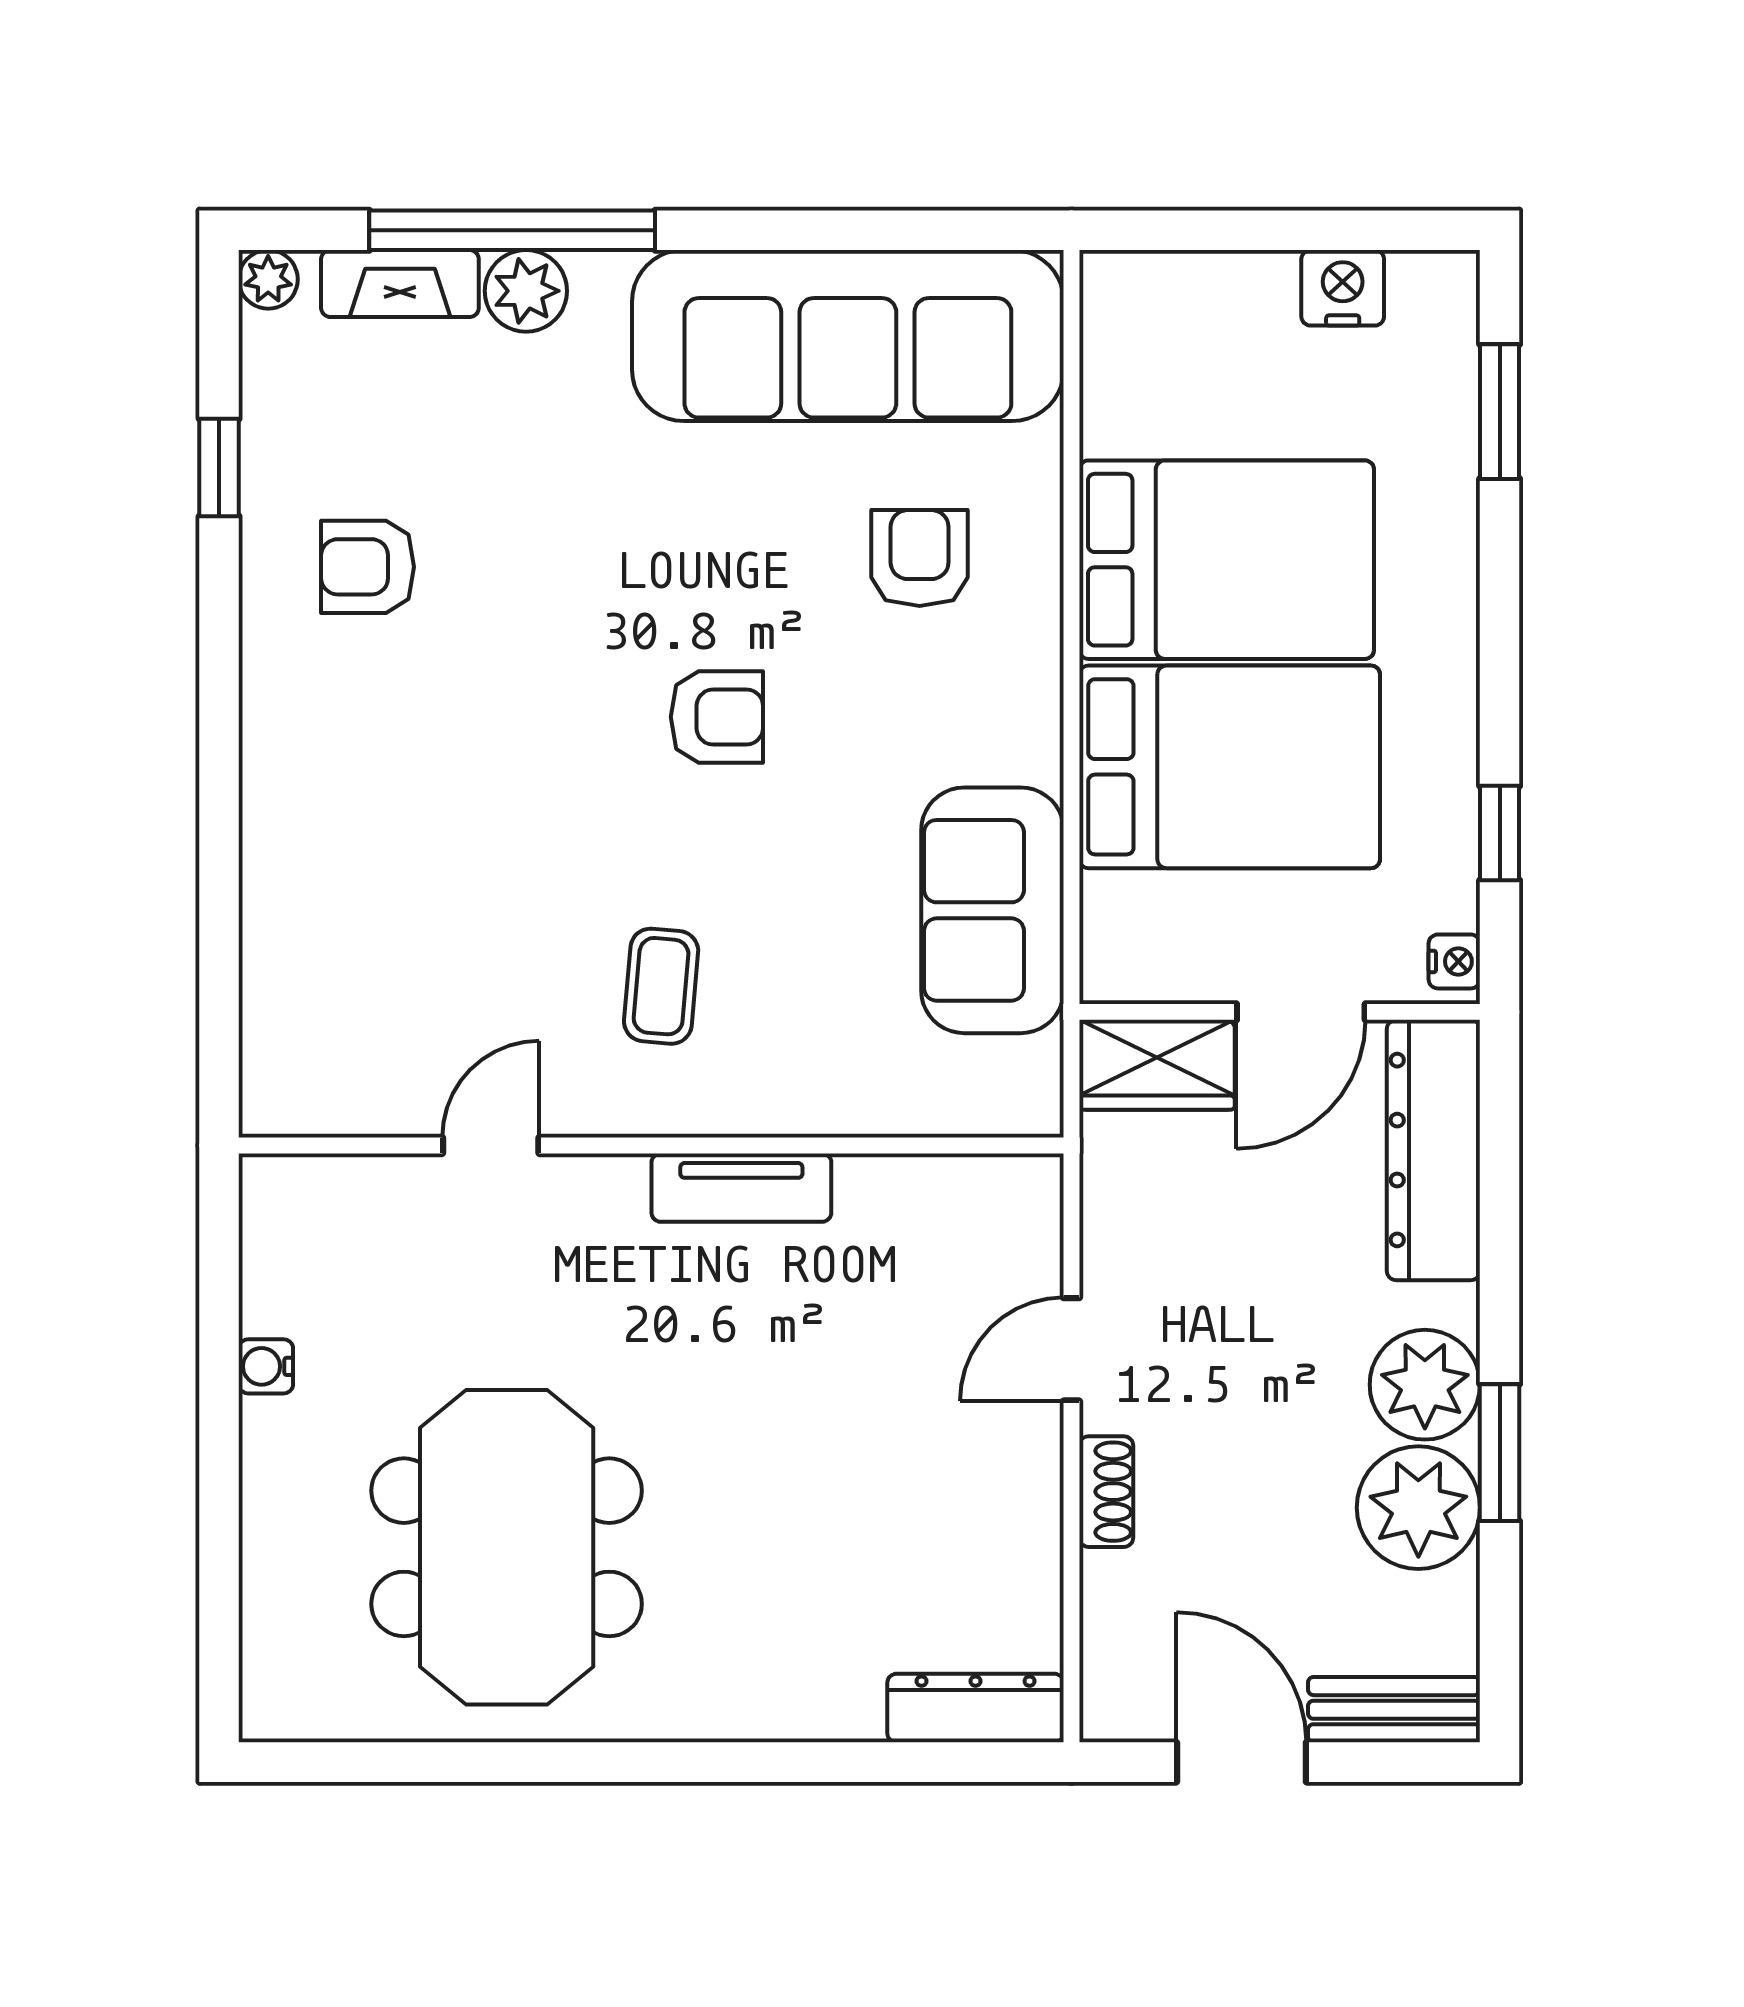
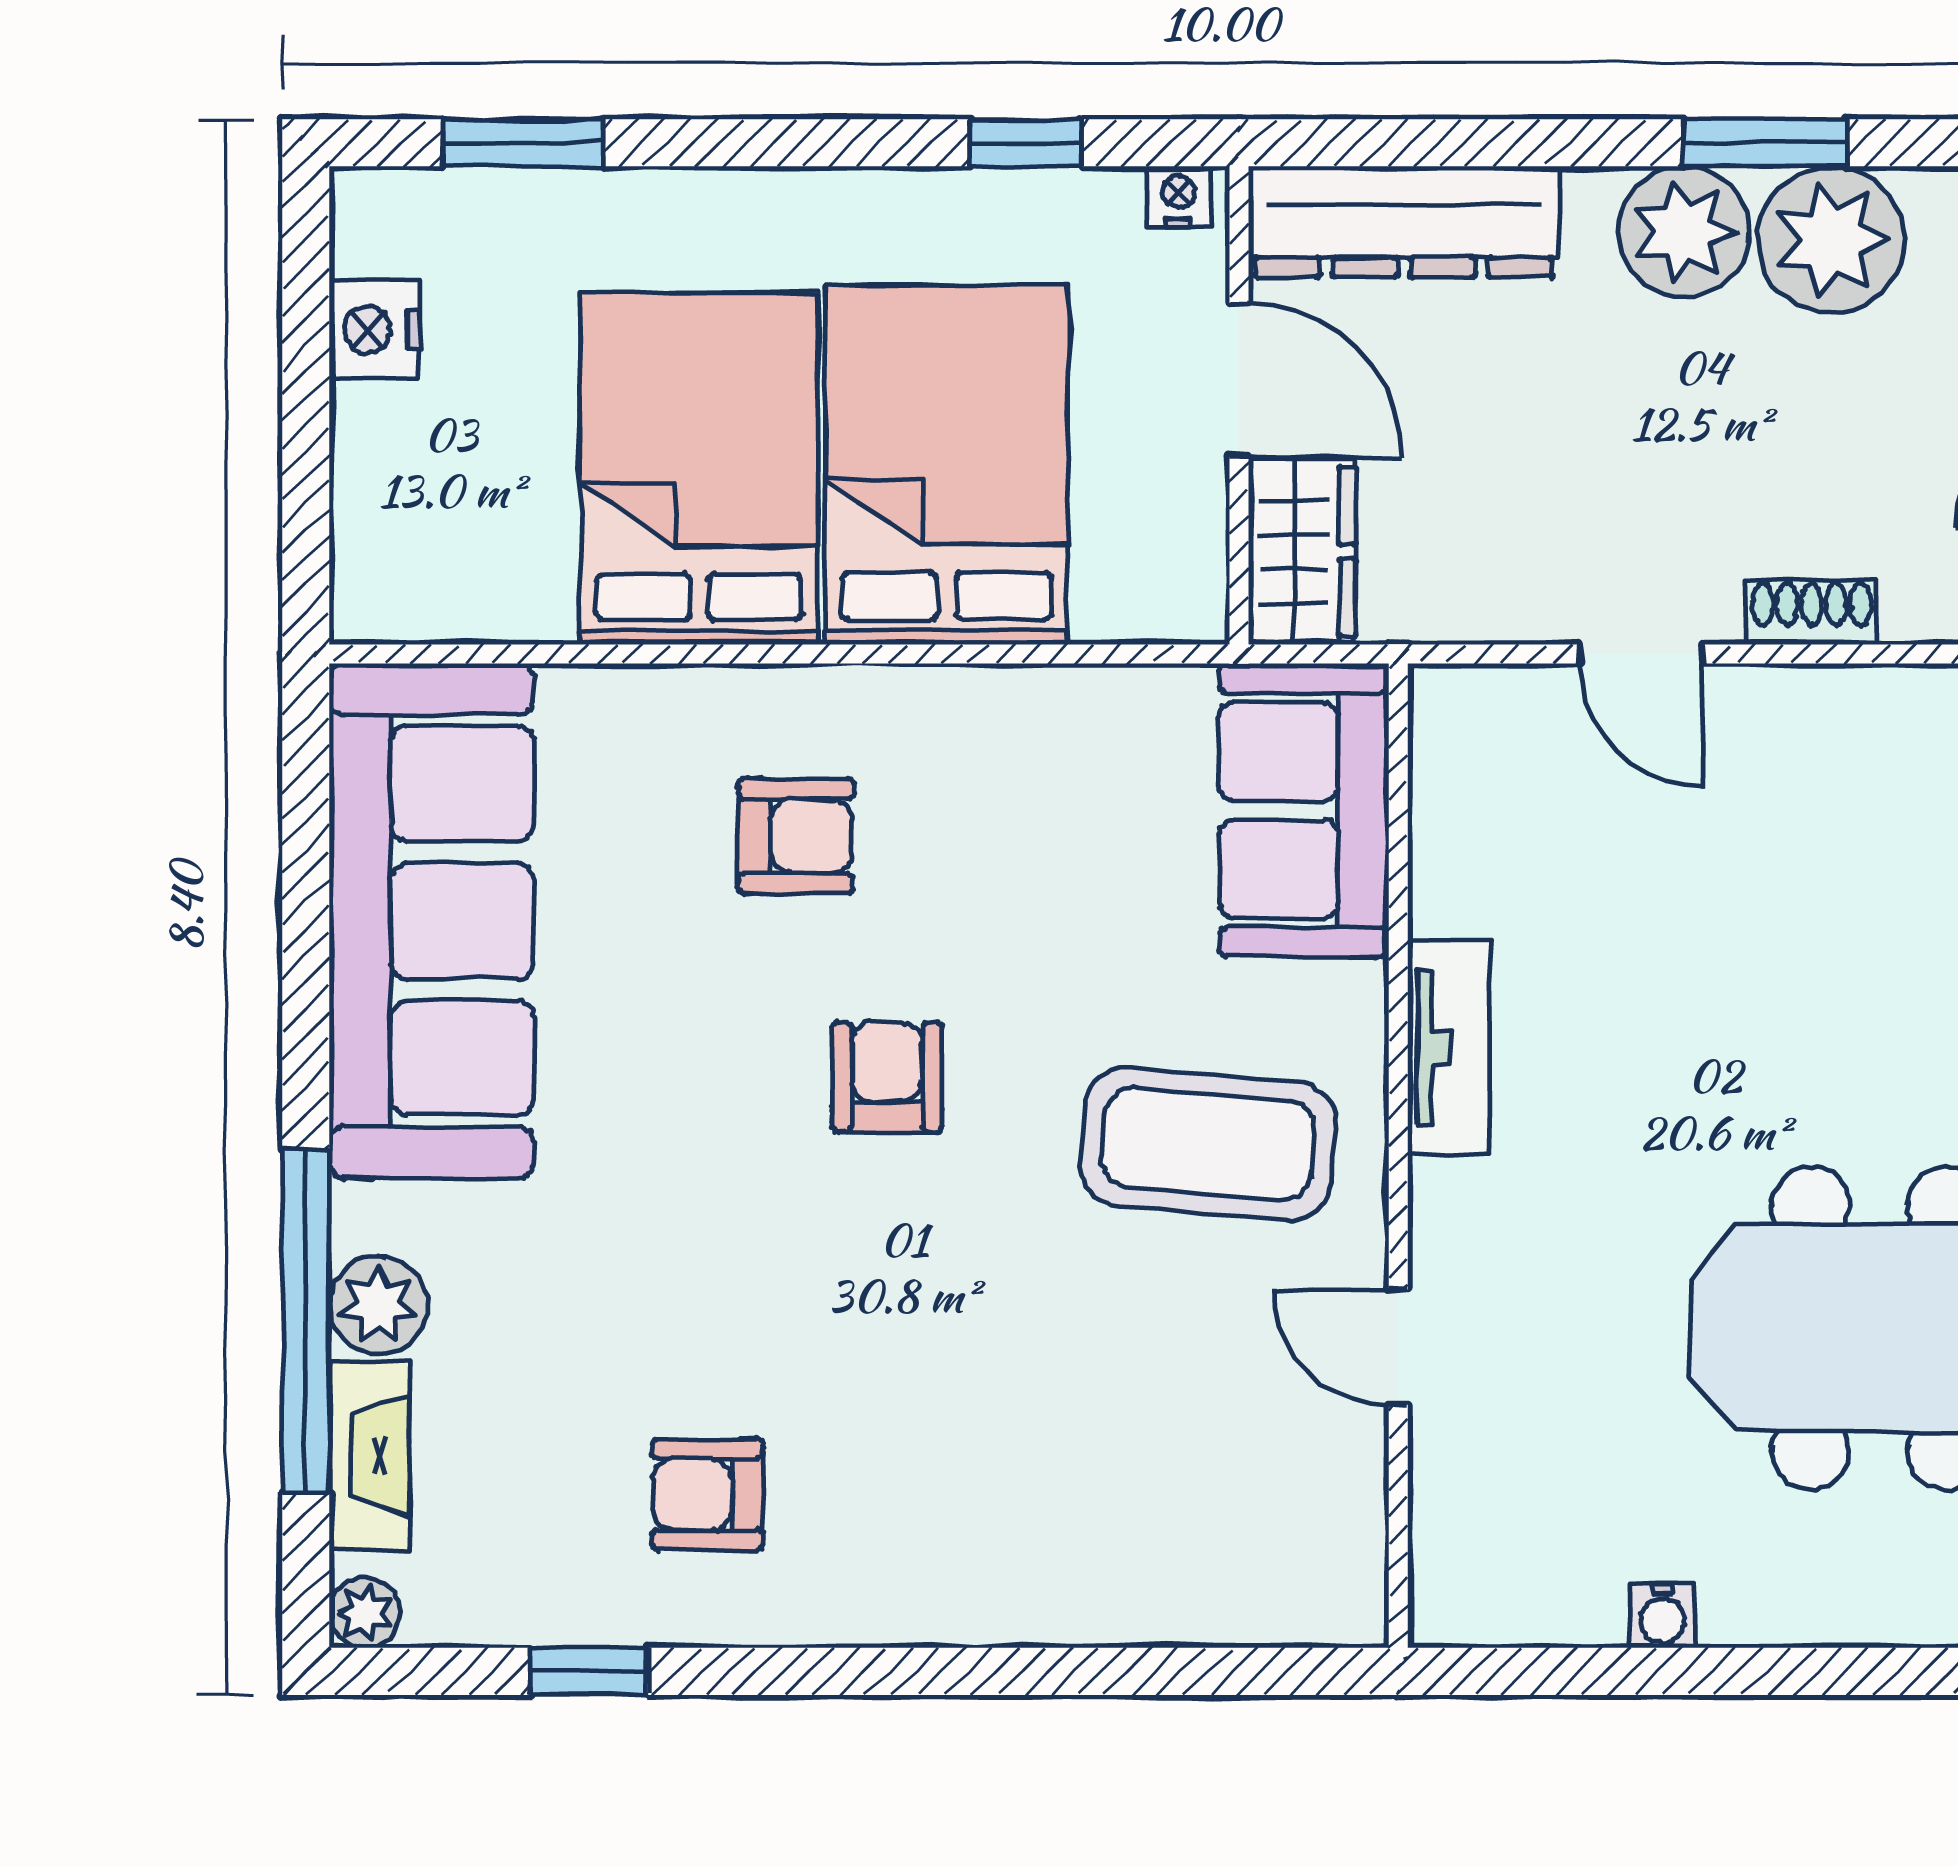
armchair: (920, 558) -> (795, 836), moved, turned 180
armchair: (368, 567) -> (708, 1494), turned 90
sofa: (992, 910) -> (1304, 810), moved, turned 90
coffee table: (661, 986) -> (1208, 1144), width x1.86, depth x1.72

